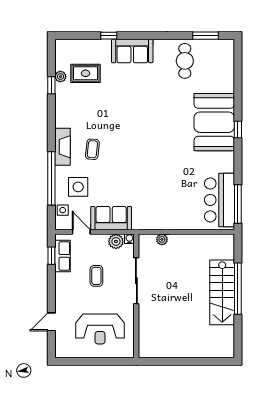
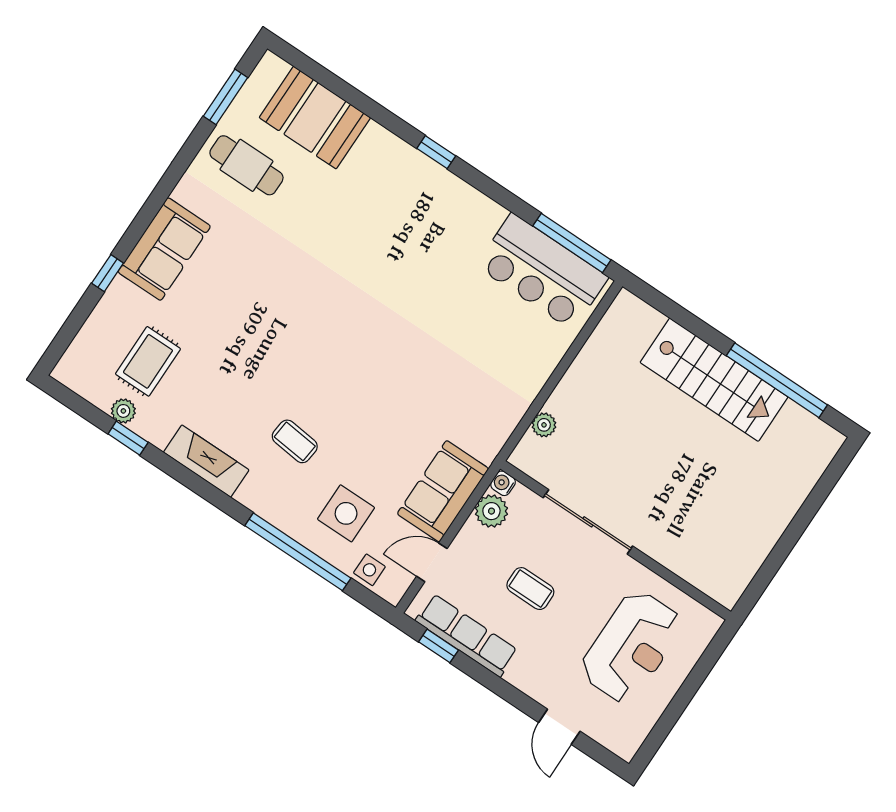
booth: (214, 122) -> (315, 118), moved, width x0.73, depth x0.70
fireplace: (62, 147) -> (206, 461), moved
row of seats: (62, 256) -> (467, 635), width x1.48
window: (238, 289) -> (777, 380), moved

